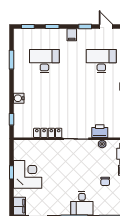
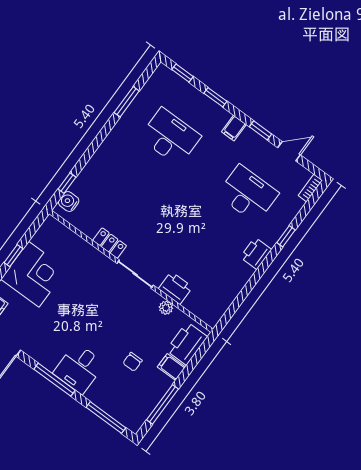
door: (106, 26) -> (289, 151), hinge flipped
water cooler: (19, 98) -> (69, 201), moved
locker: (48, 133) -> (110, 243), width x0.66

